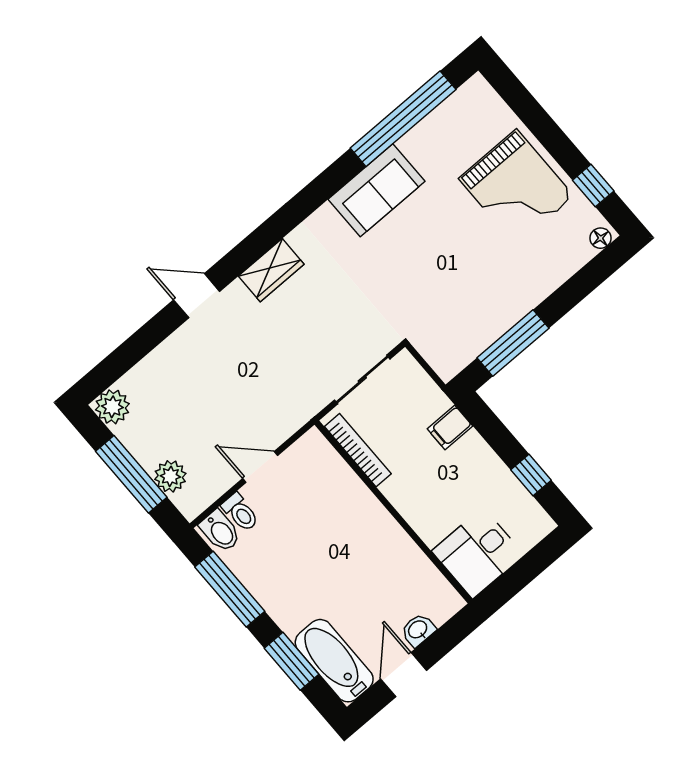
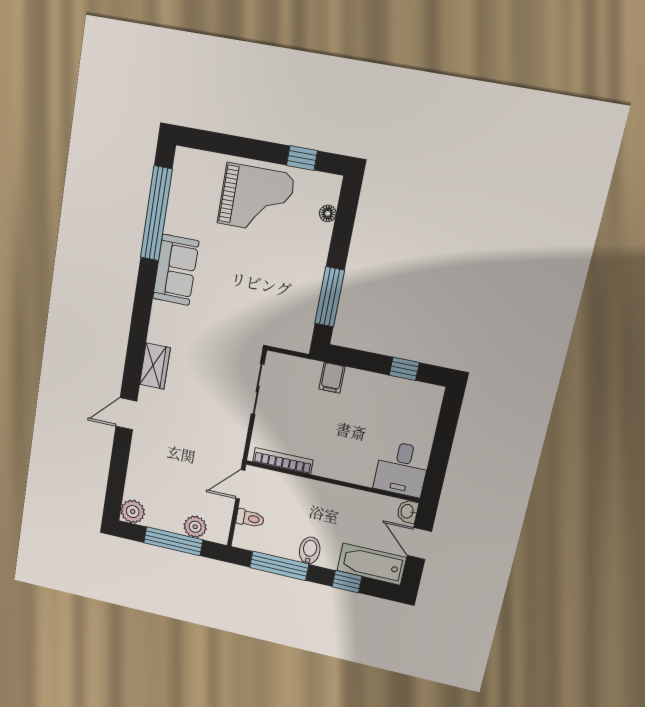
floor lamp: (601, 238) -> (328, 213), moved
bookcase: (358, 450) -> (283, 461), moved
wall: (393, 512) -> (332, 481), moved
bidet: (220, 531) -> (310, 550), moved, turned -90
desk: (478, 553) -> (402, 469), moved
window: (292, 661) -> (347, 582), width x0.67

